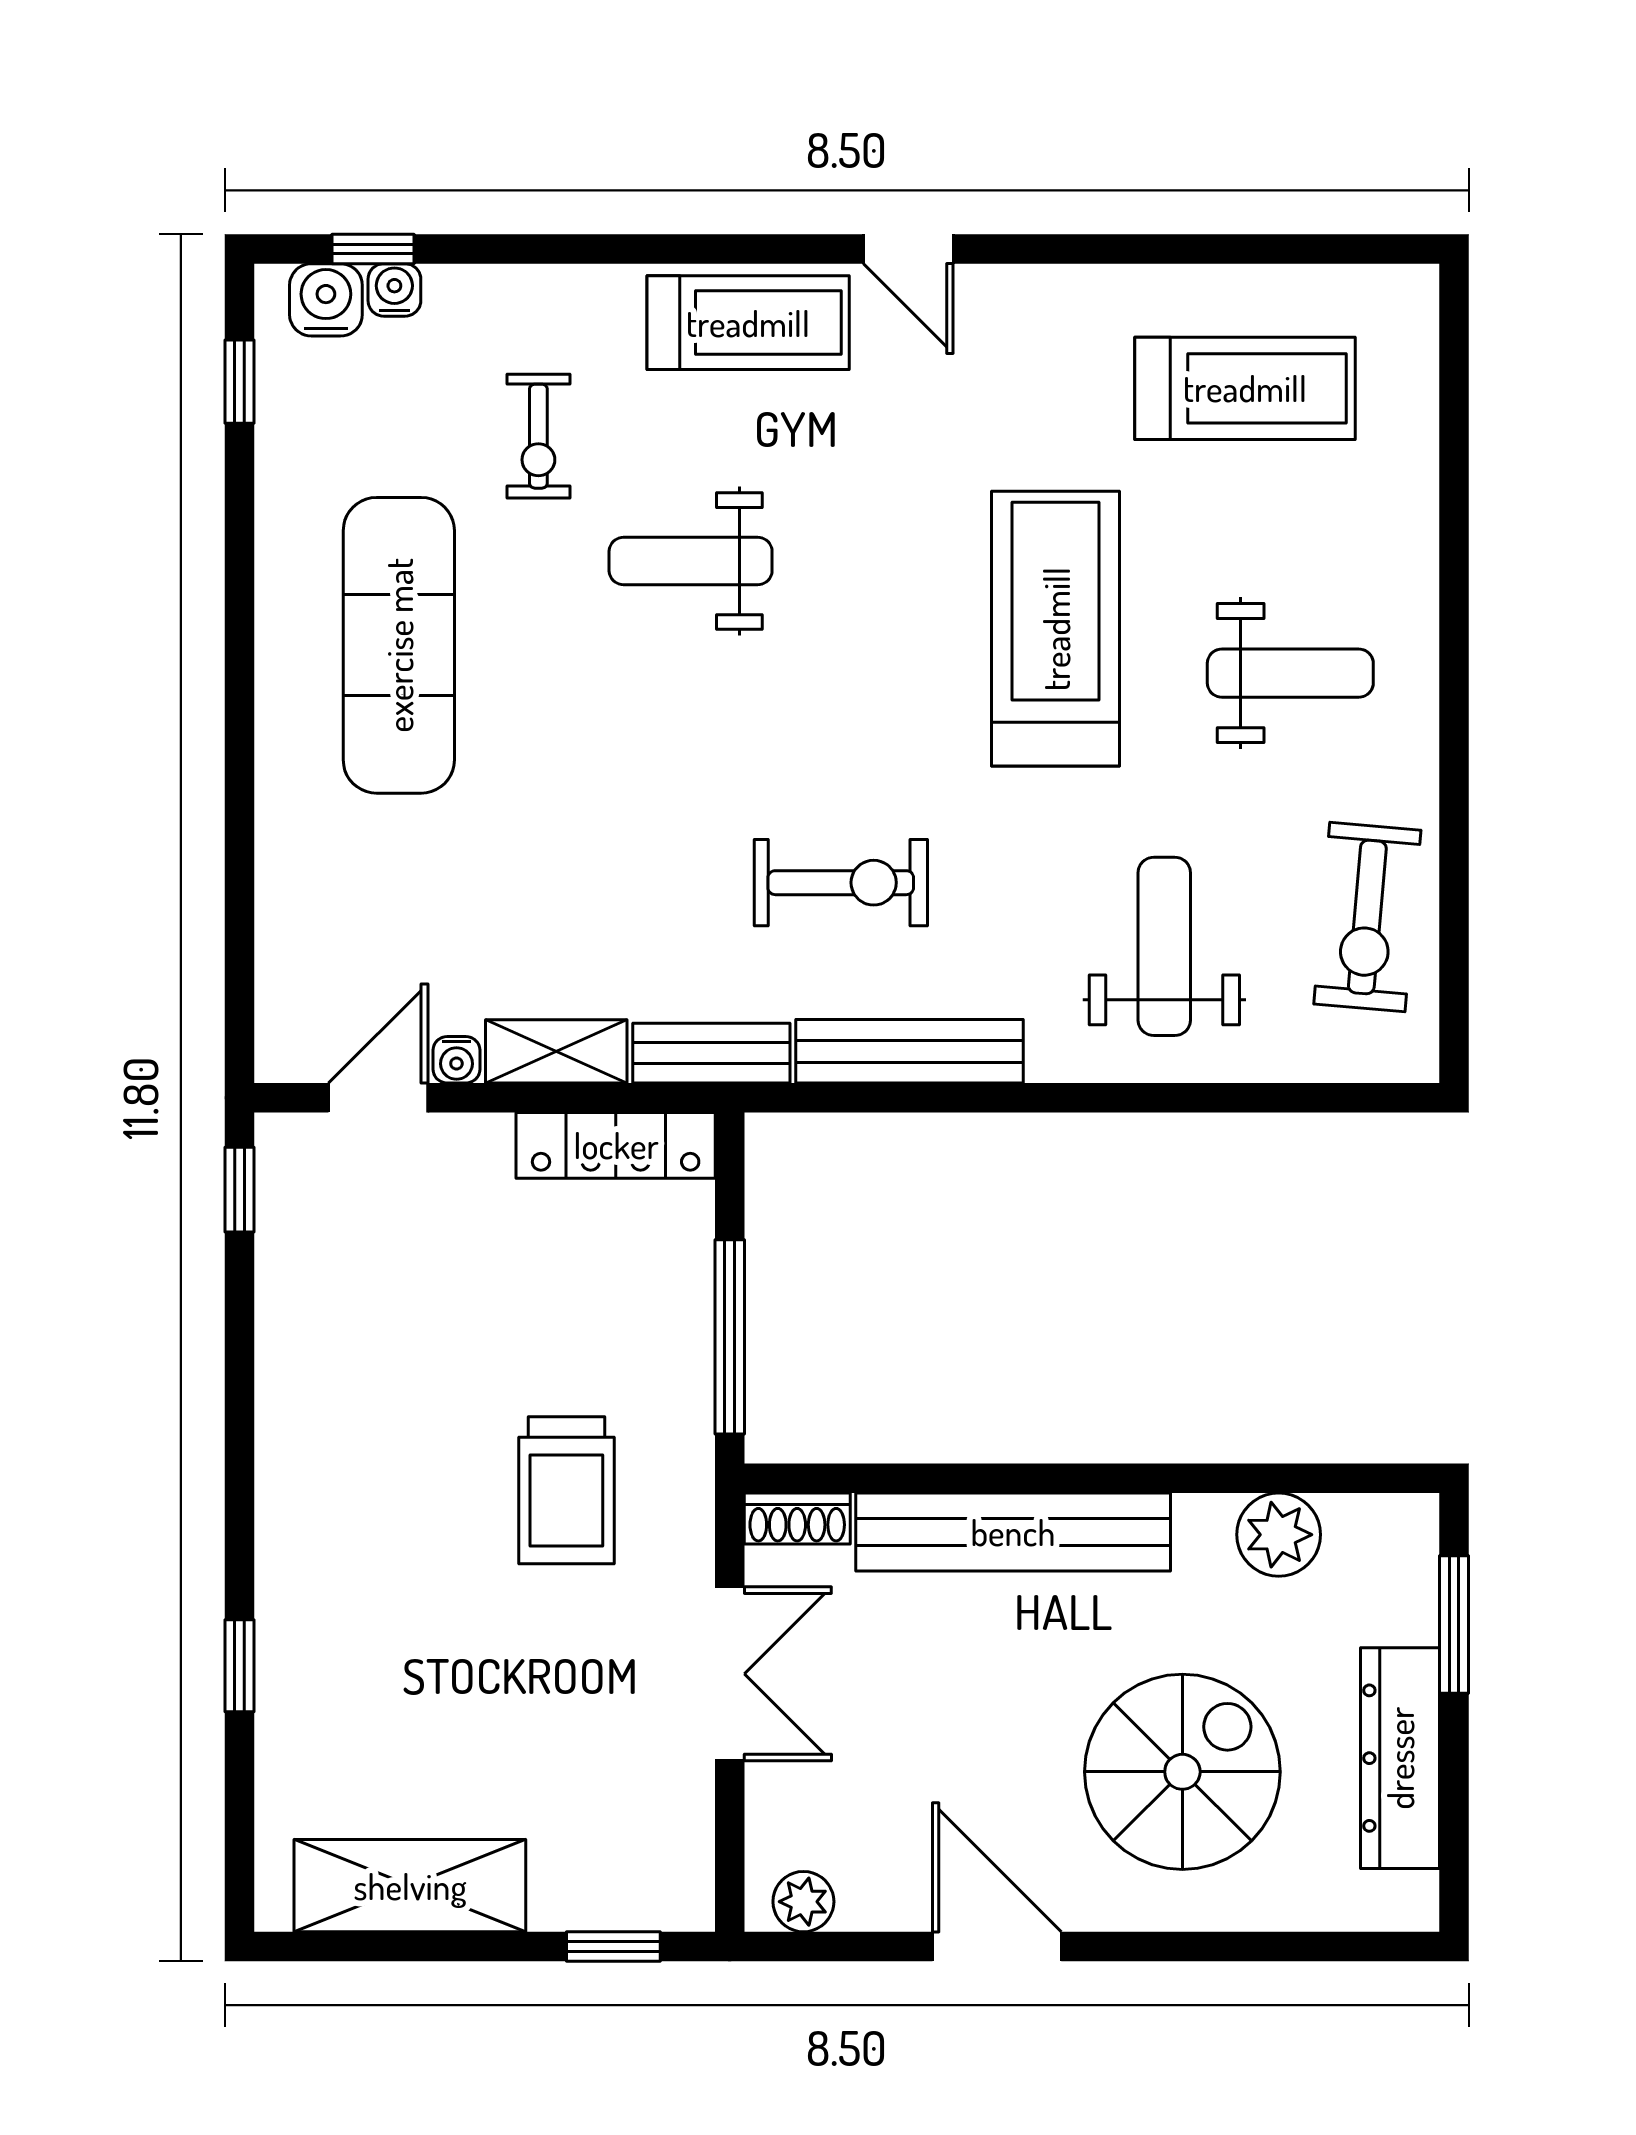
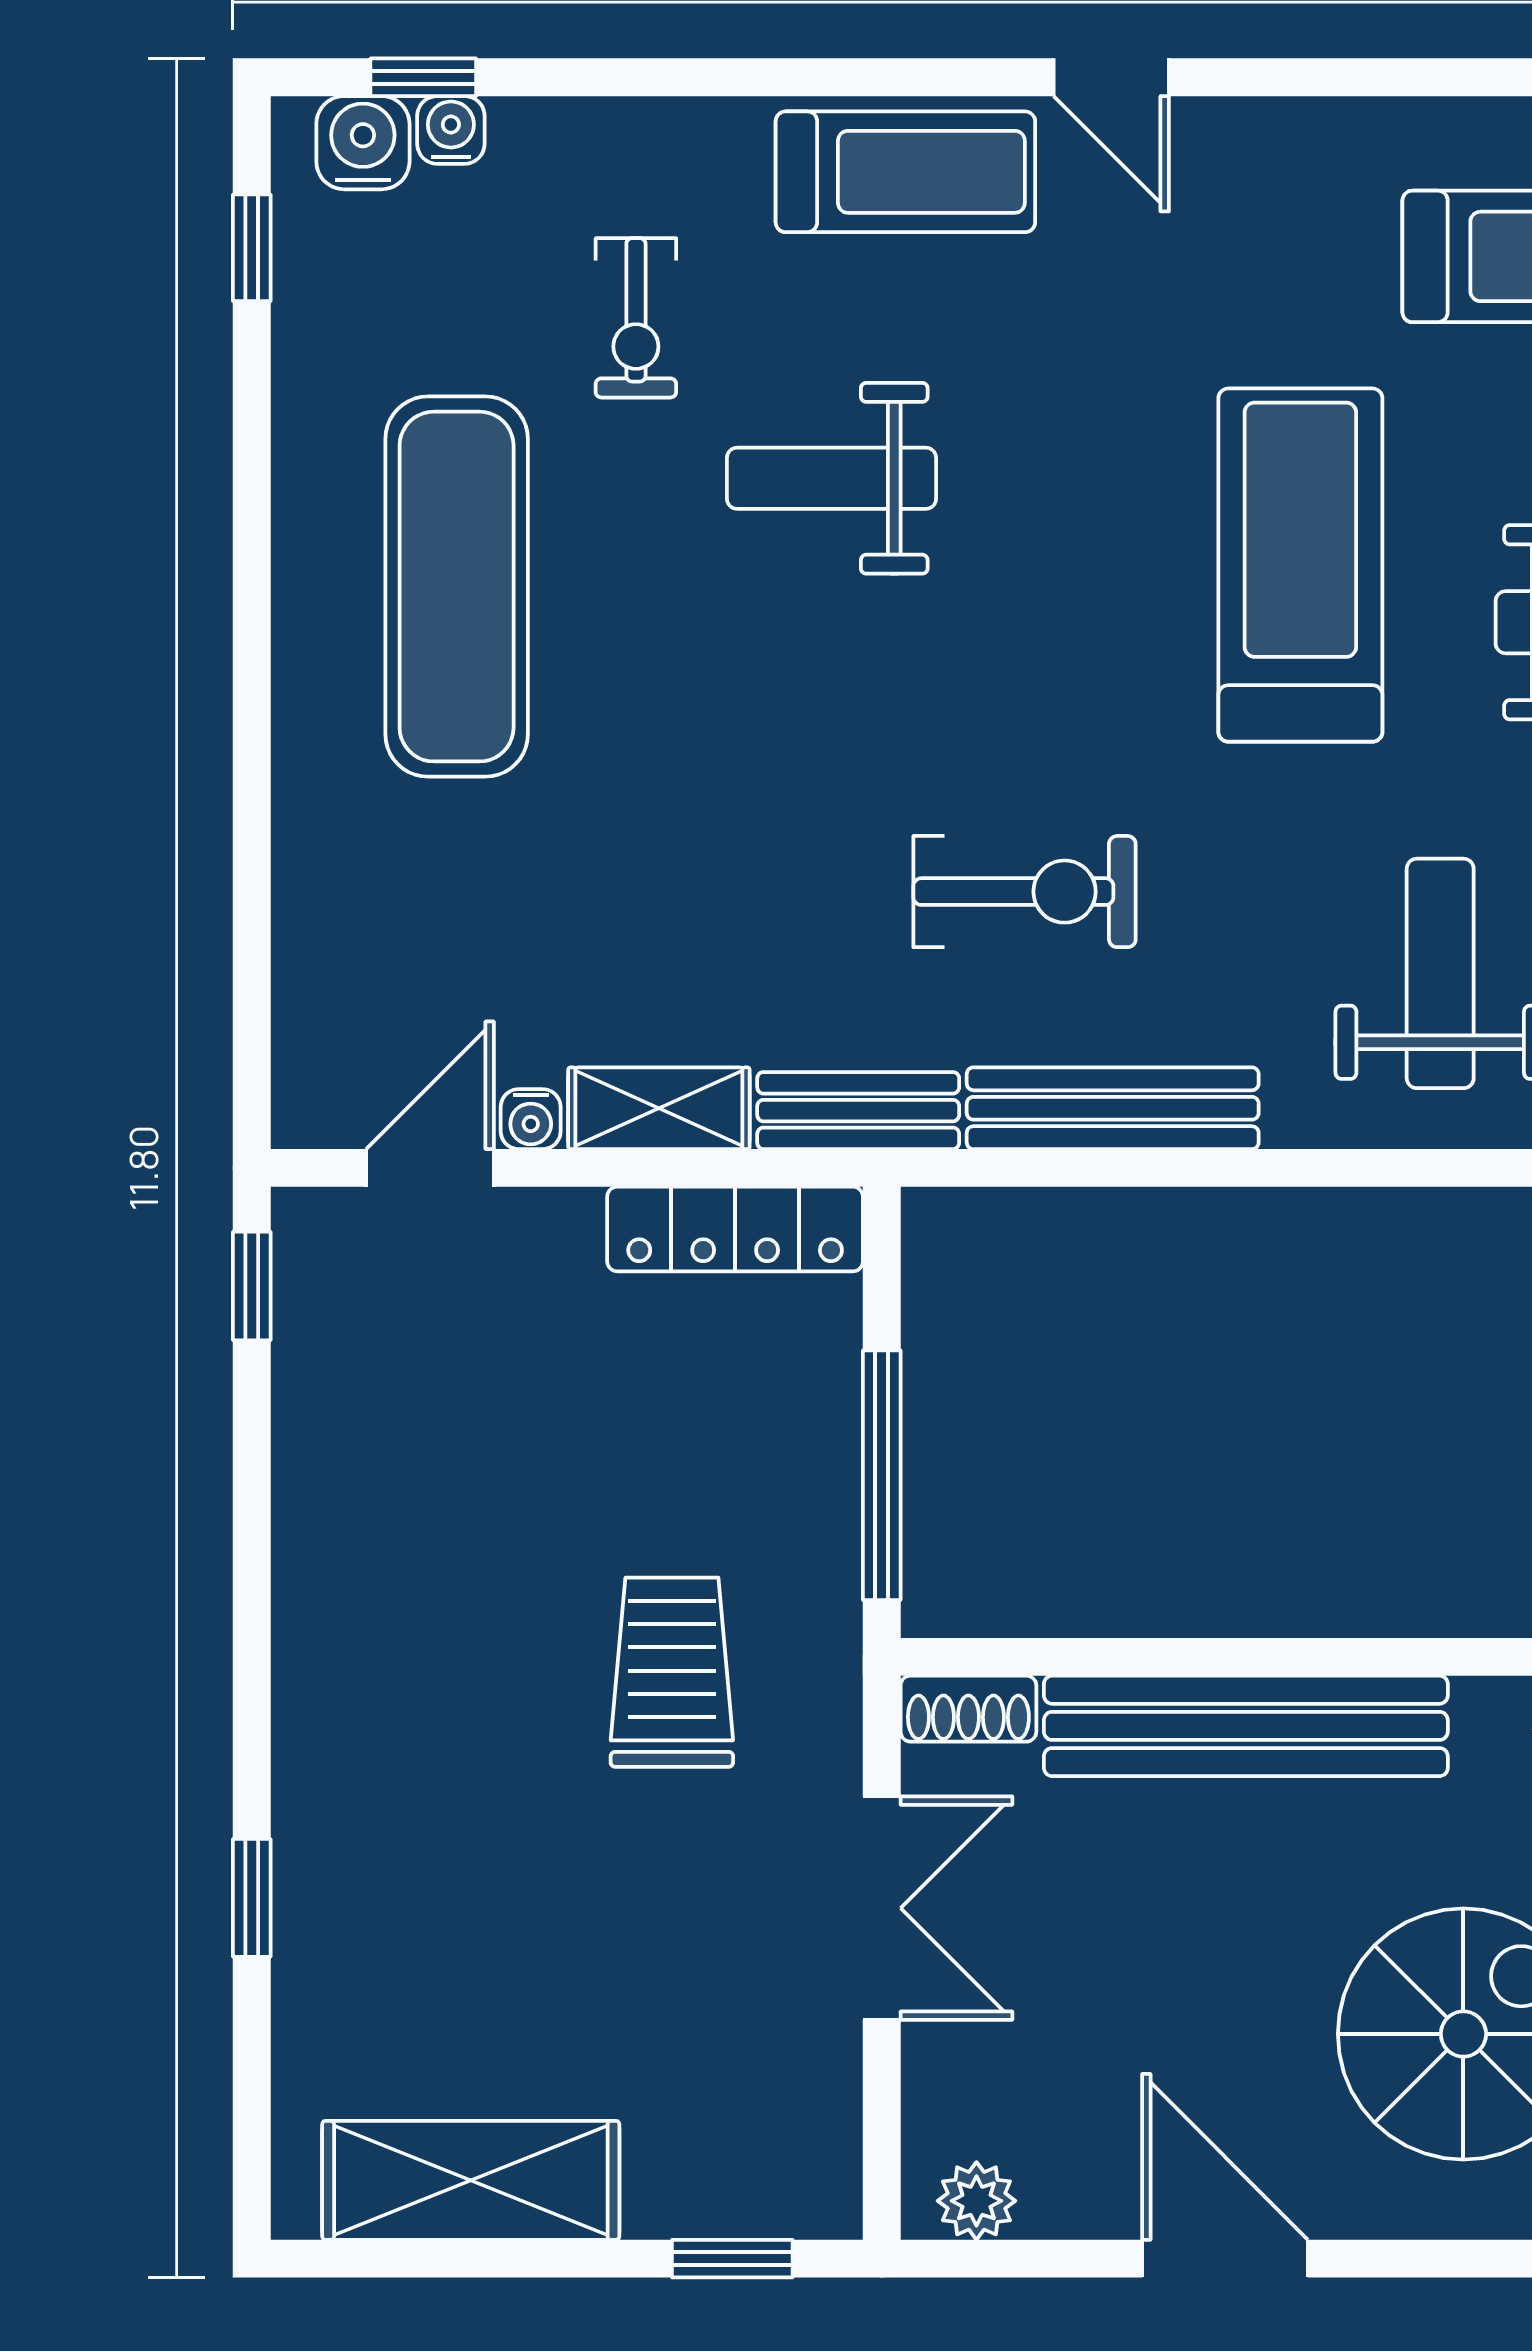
trolley: (566, 1490) -> (672, 1672), turned 180

